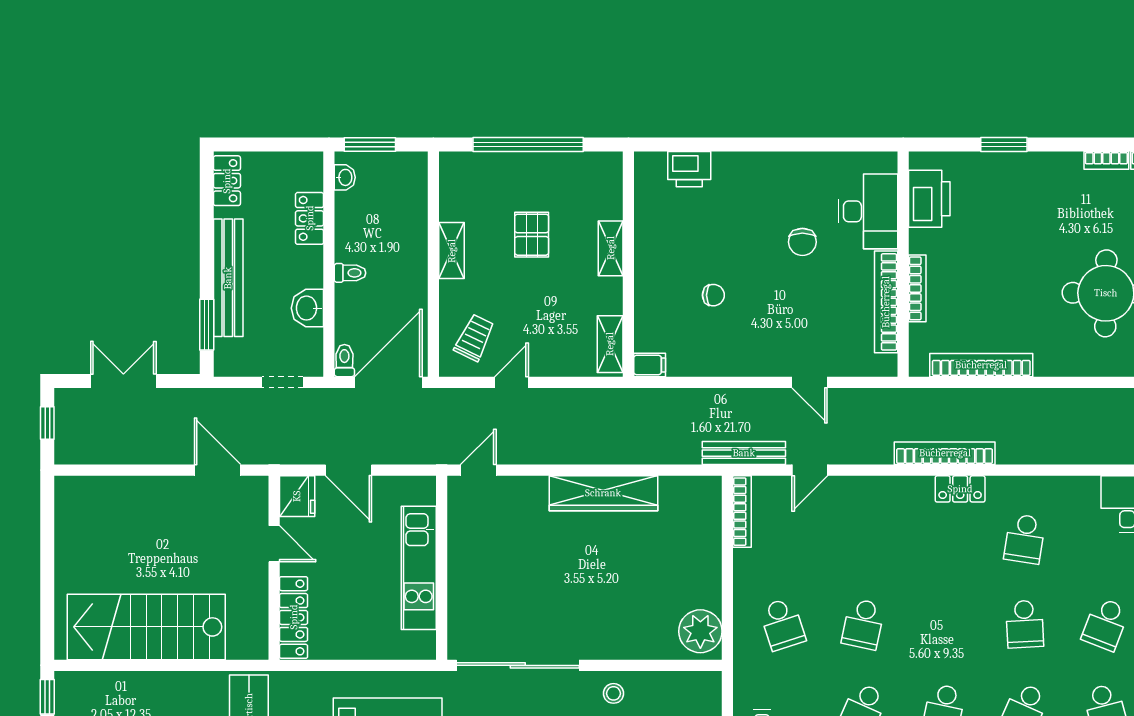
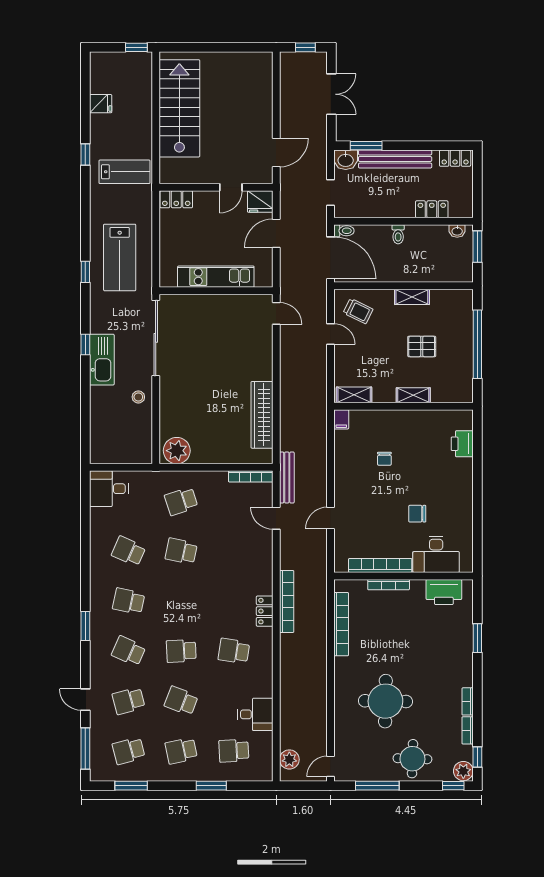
washbasin: (307, 308) -> (346, 160), moved, turned 180
wardrobe: (603, 493) -> (262, 415), moved
locker: (294, 617) -> (176, 199), width x0.66

